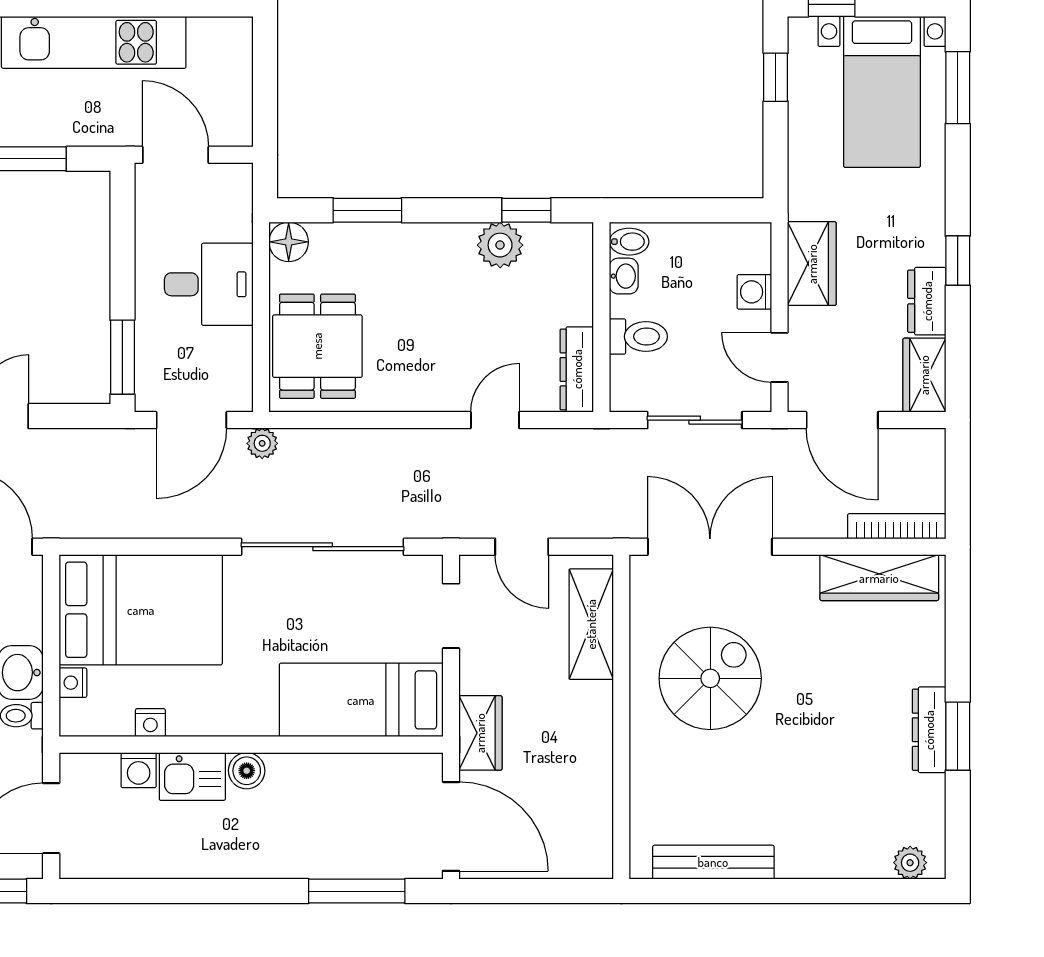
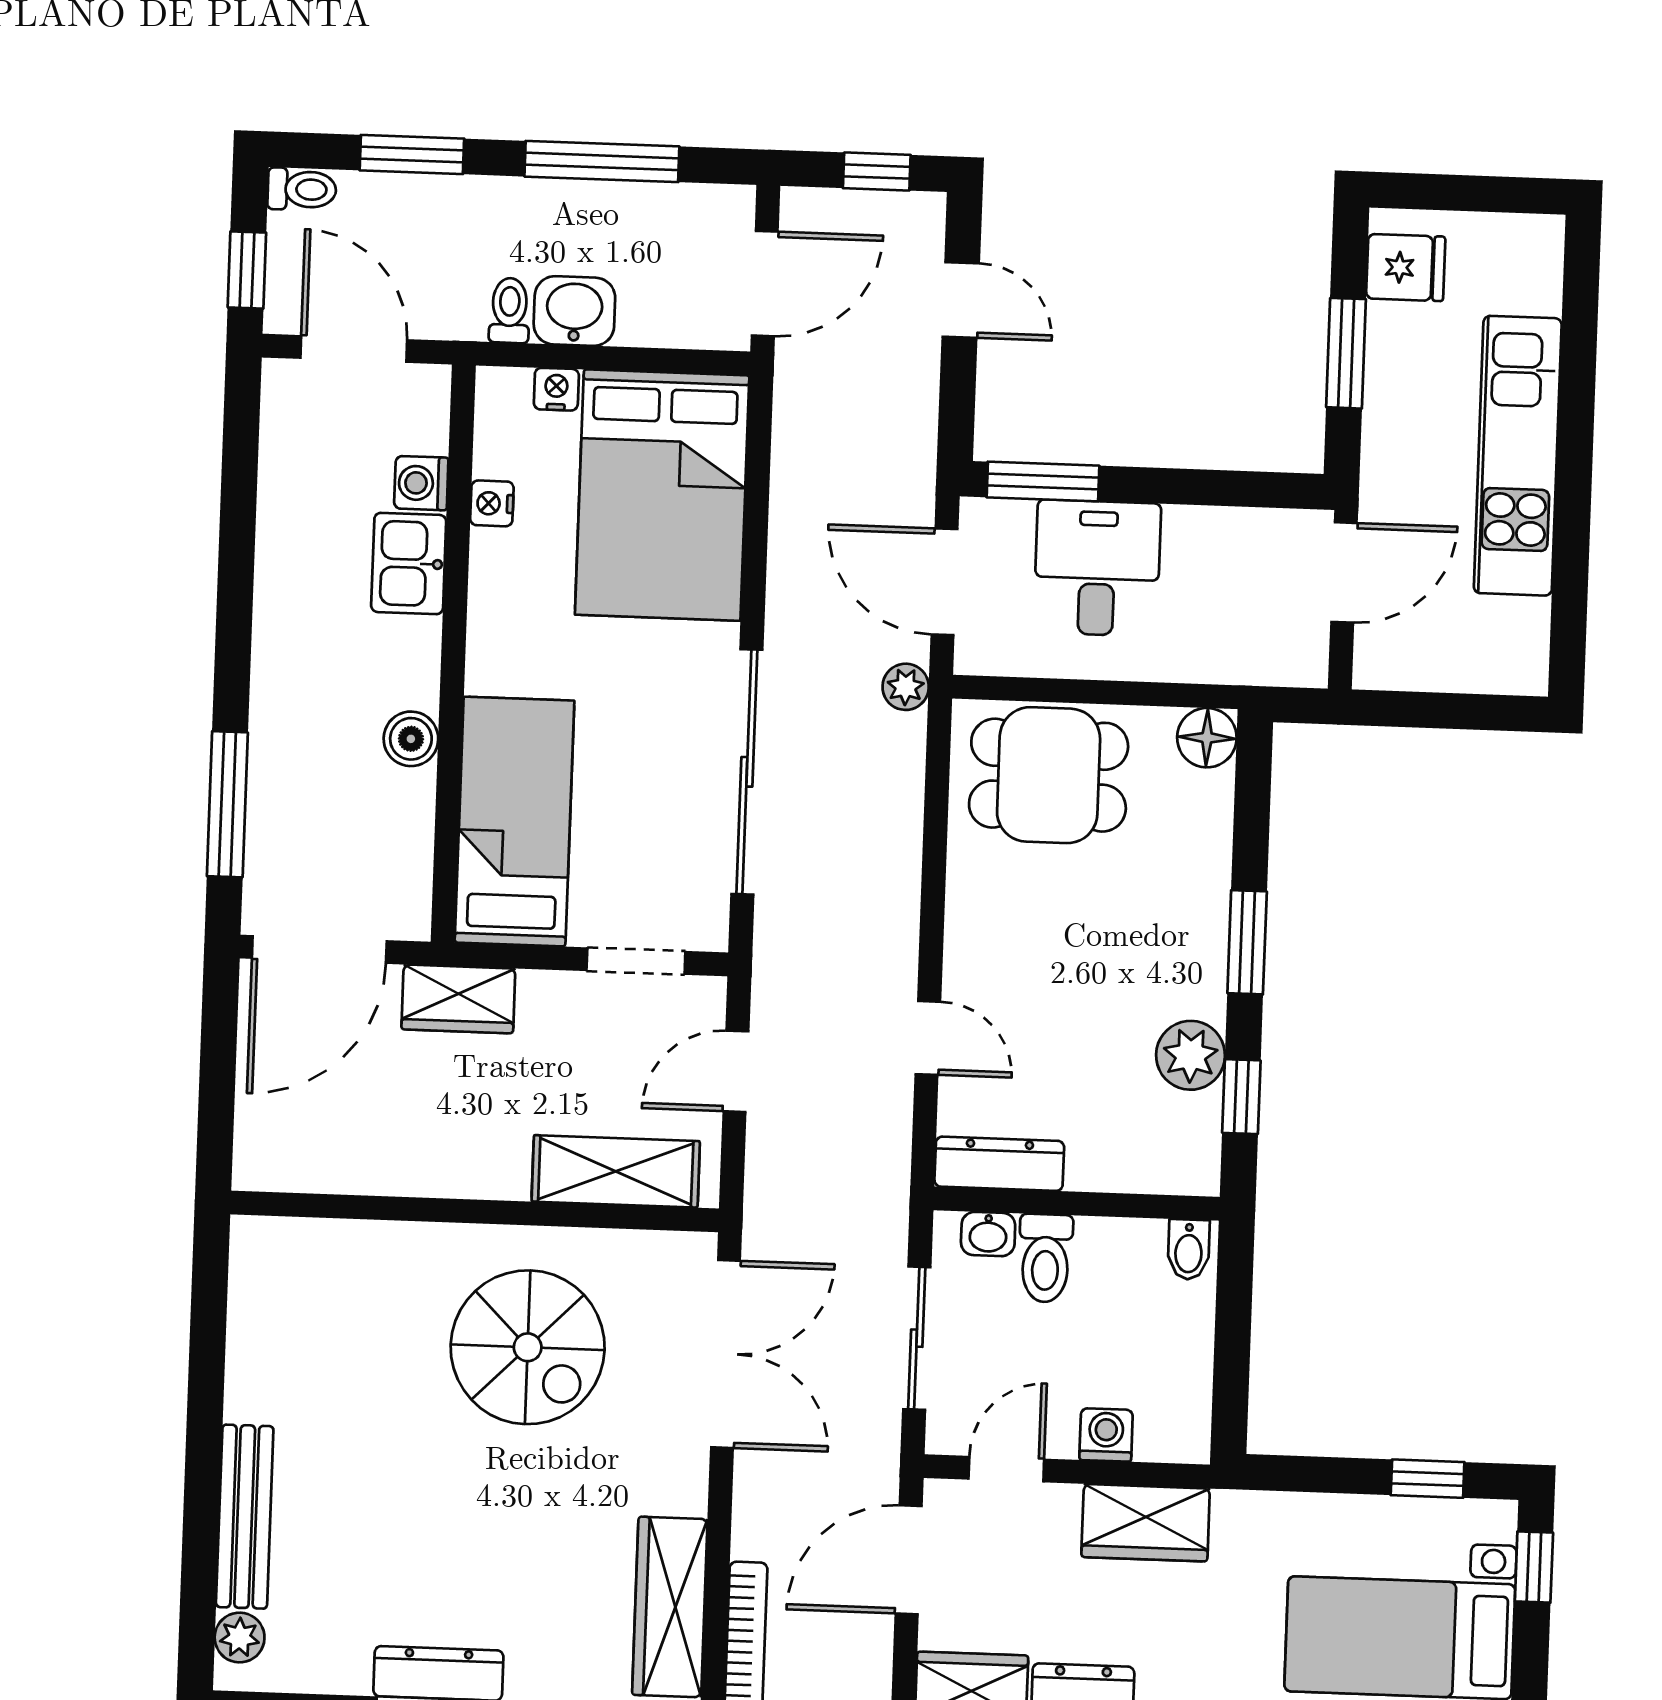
window: (367, 210) -> (1247, 942), moved
washbasin: (624, 276) -> (988, 1234), moved
desk: (209, 284) -> (1097, 568), moved, turned 180
boiler: (247, 771) -> (411, 739), moved
bench: (713, 862) -> (245, 1517), moved

